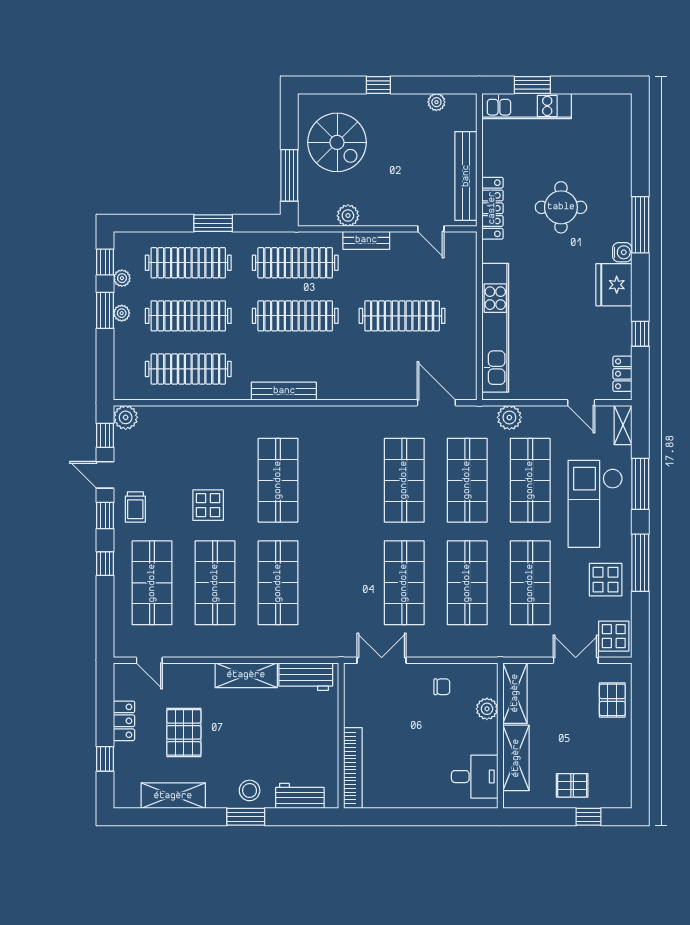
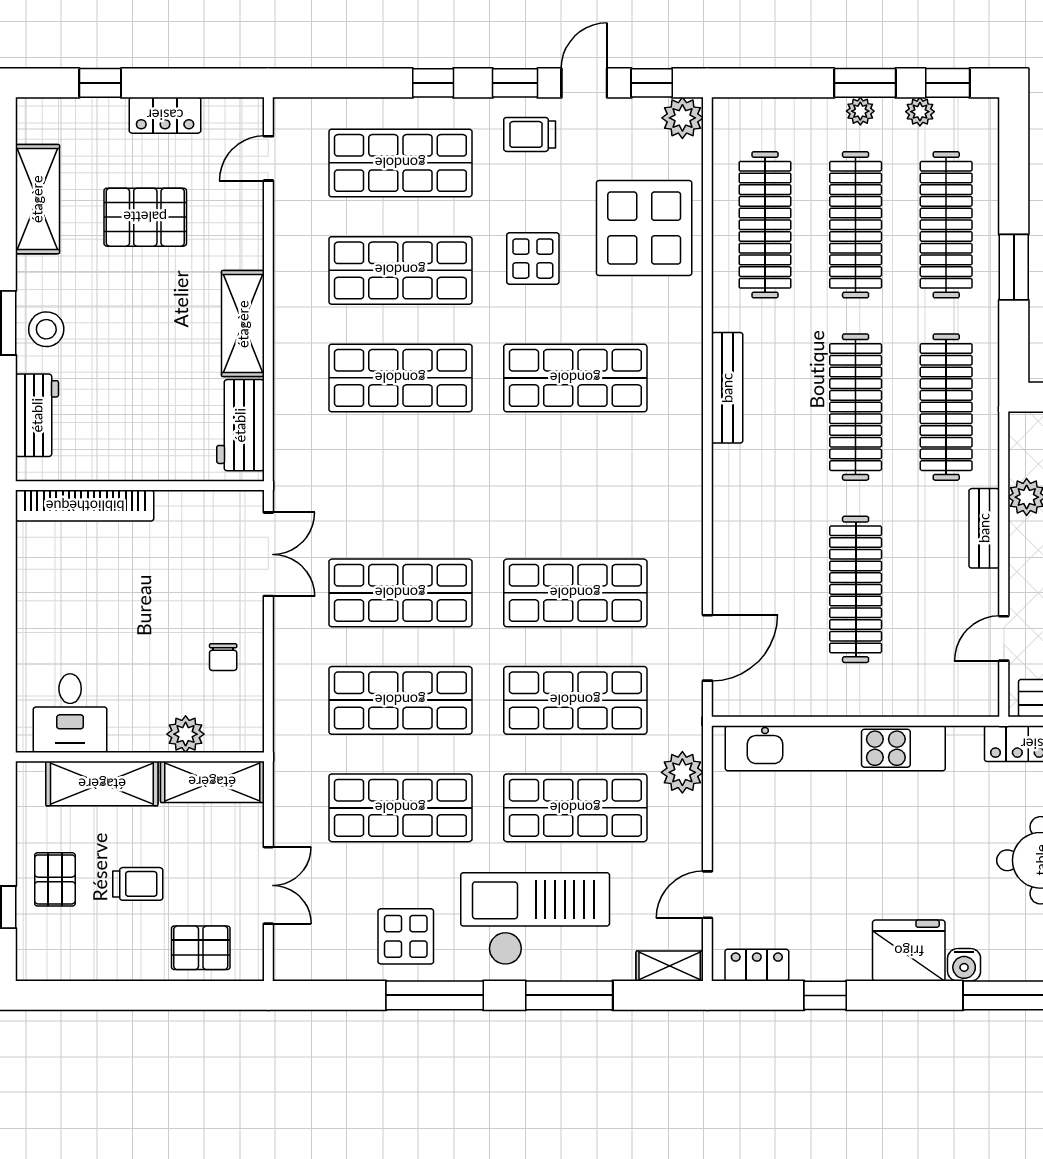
display table: (614, 636) -> (644, 228), moved, width x1.86, depth x1.86
trolley: (575, 737) -> (138, 884), added

